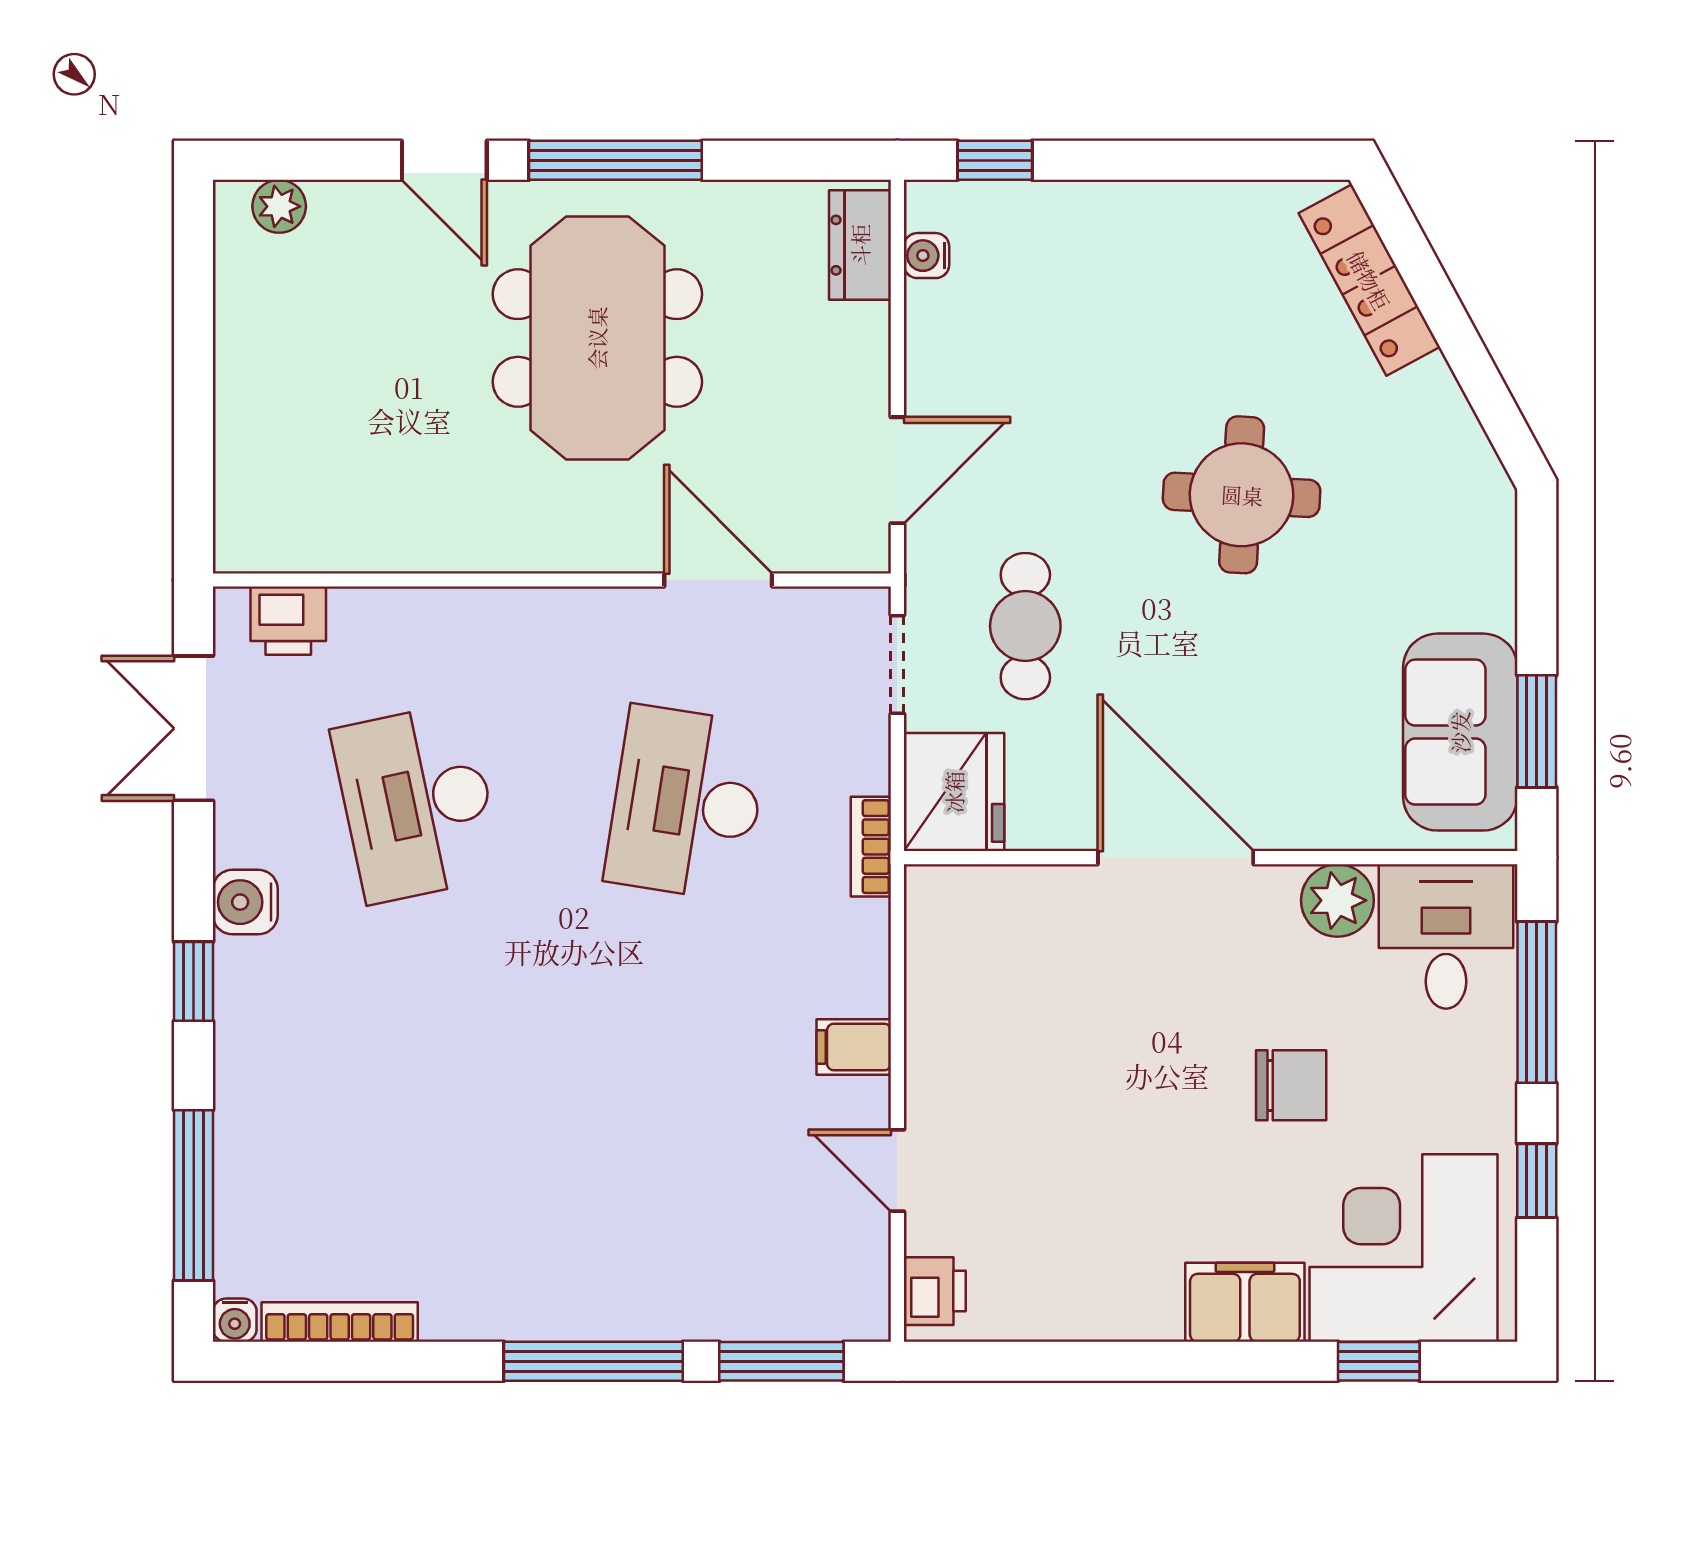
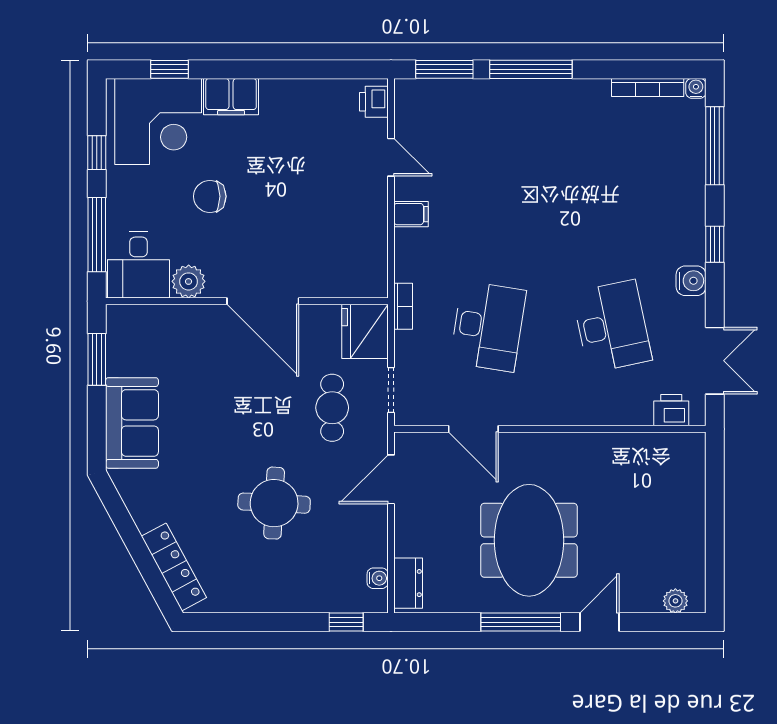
door: (444, 160) -> (600, 622), hinge flipped
round table: (1242, 495) -> (274, 503), moved
sofa: (1460, 732) -> (132, 423), moved

